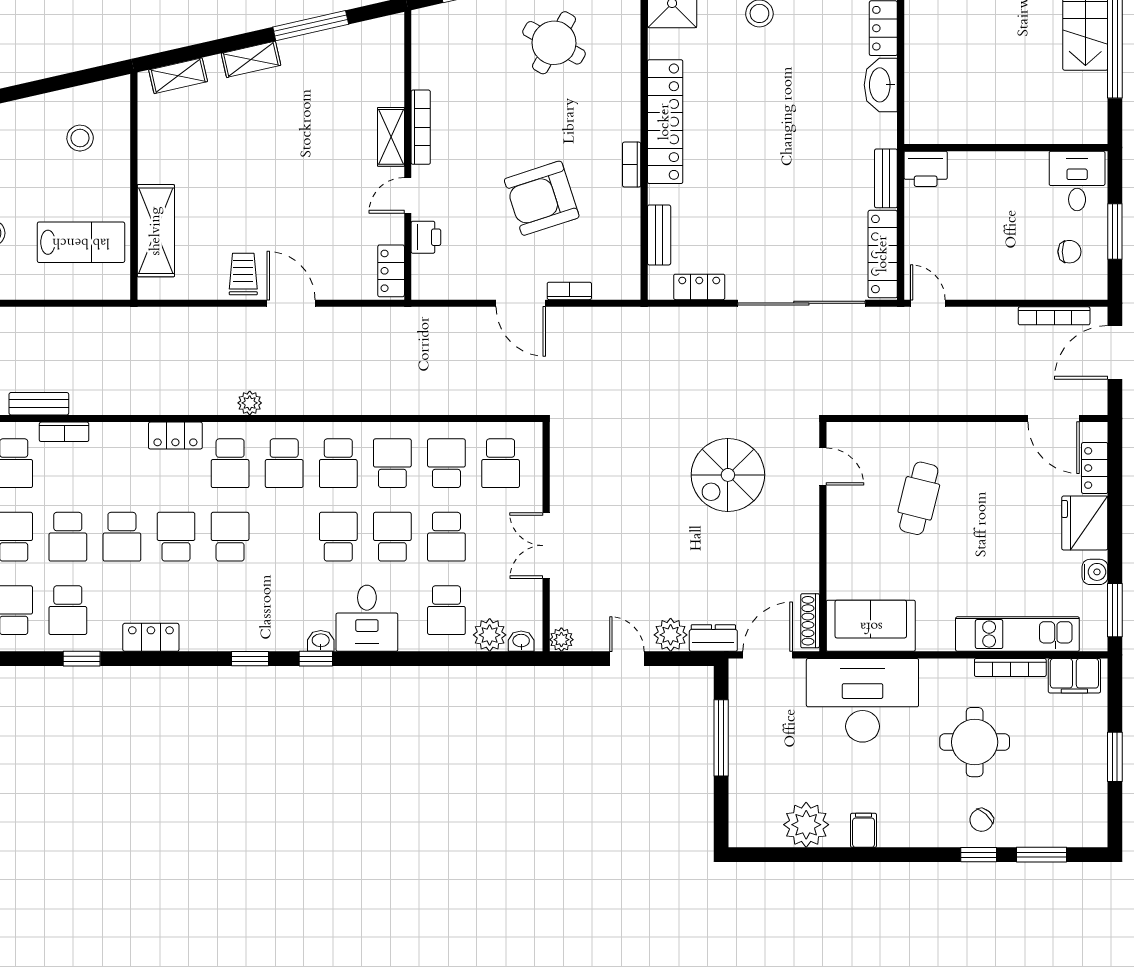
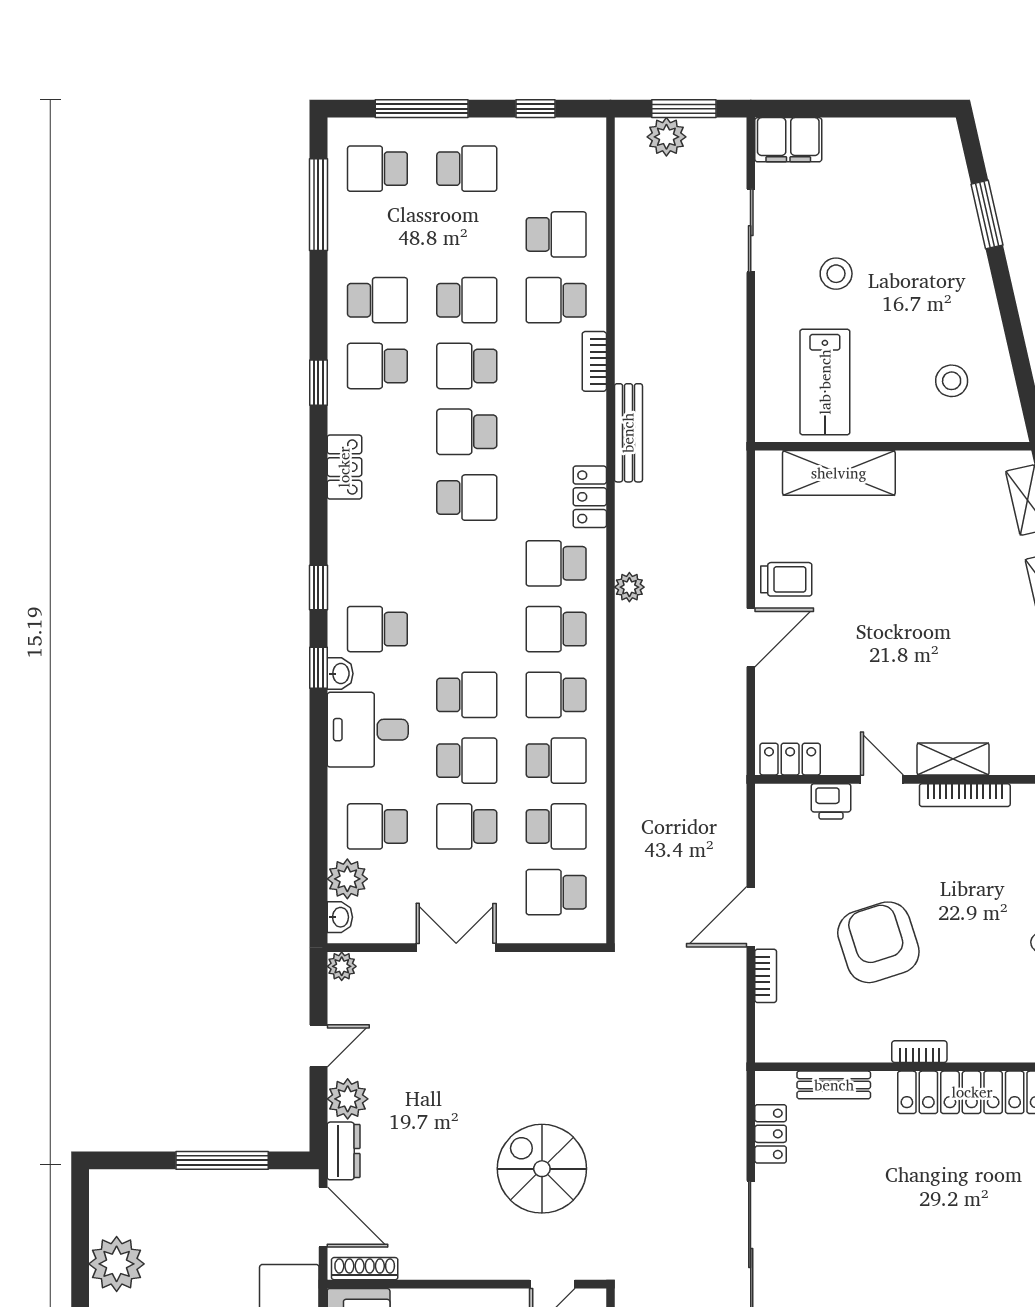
bench: (39, 404) -> (628, 433), moved, width x1.36
school desk: (230, 537) -> (377, 629), moved, turned 180

